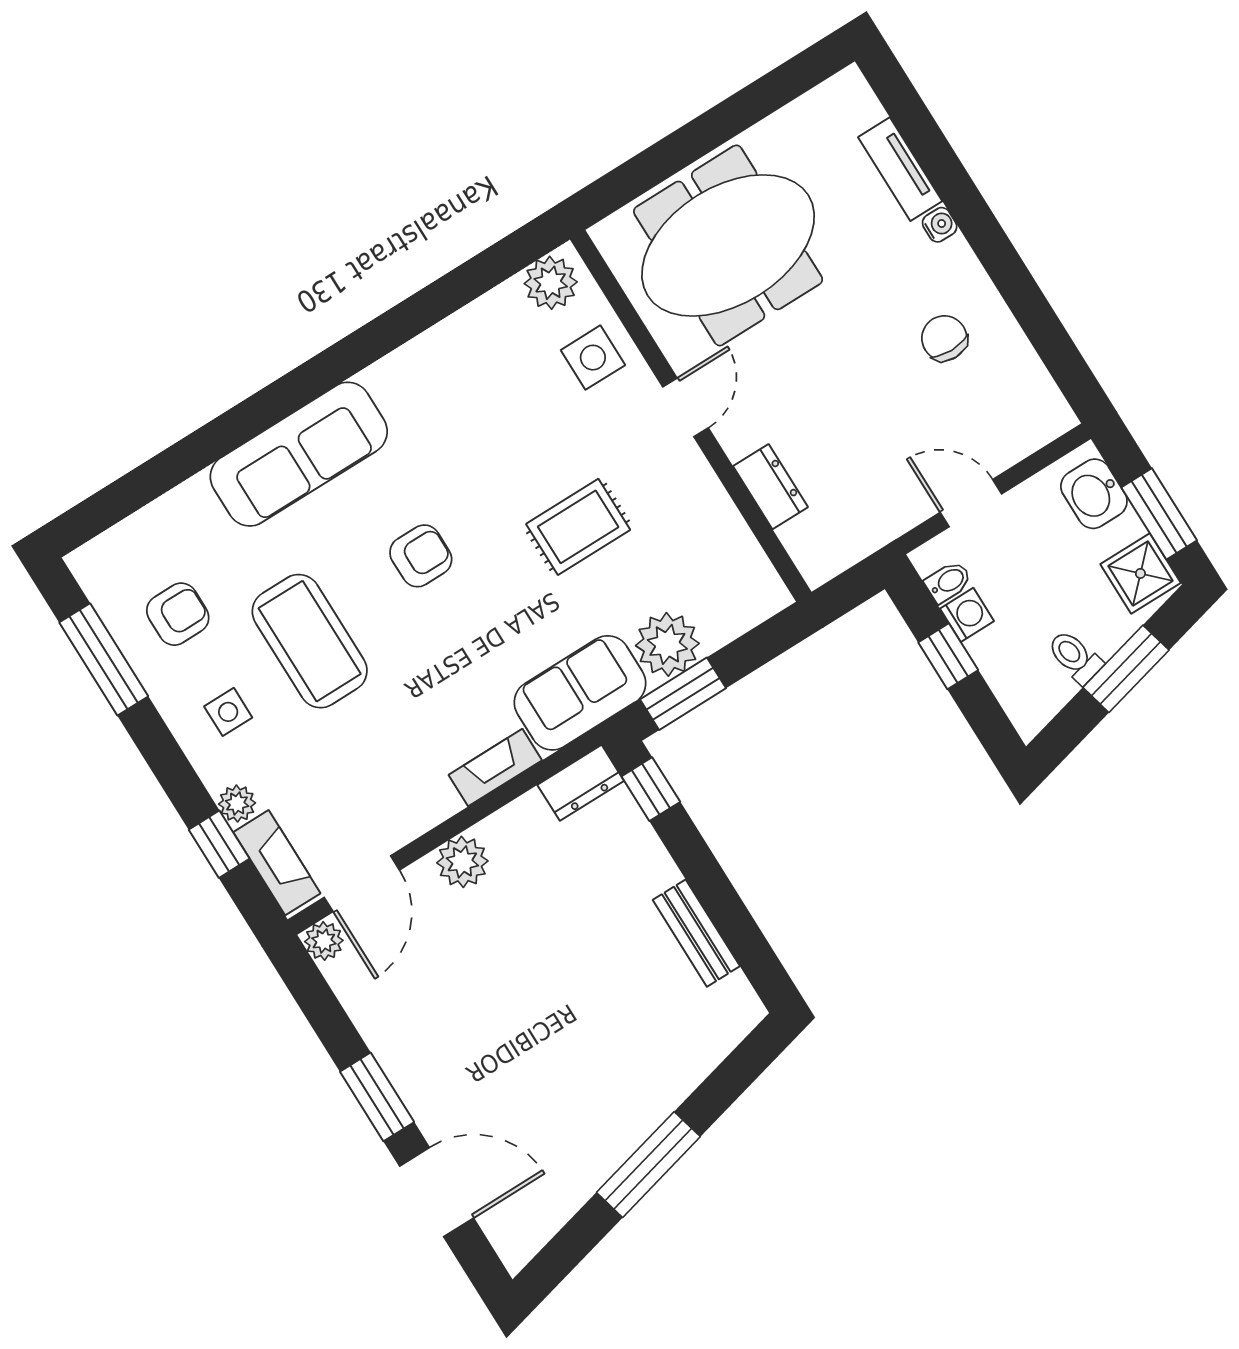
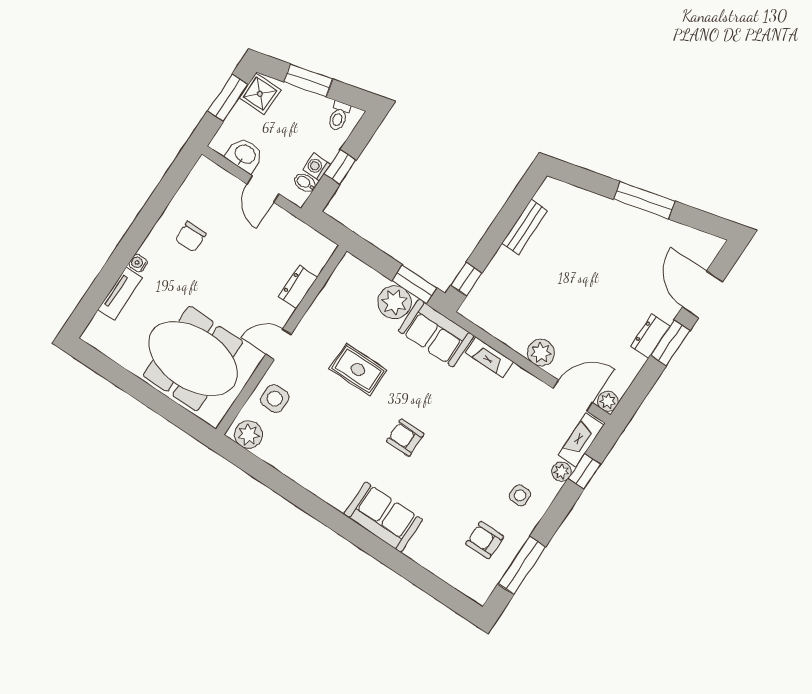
sofa: (299, 454) -> (383, 517), width x0.73
washbasin: (1094, 494) -> (245, 155), moved, turned -90
coffee table: (310, 641) -> (469, 472), removed
toilet: (1075, 657) -> (339, 116), moved
dresser: (581, 783) -> (650, 336), moved, turned -90

